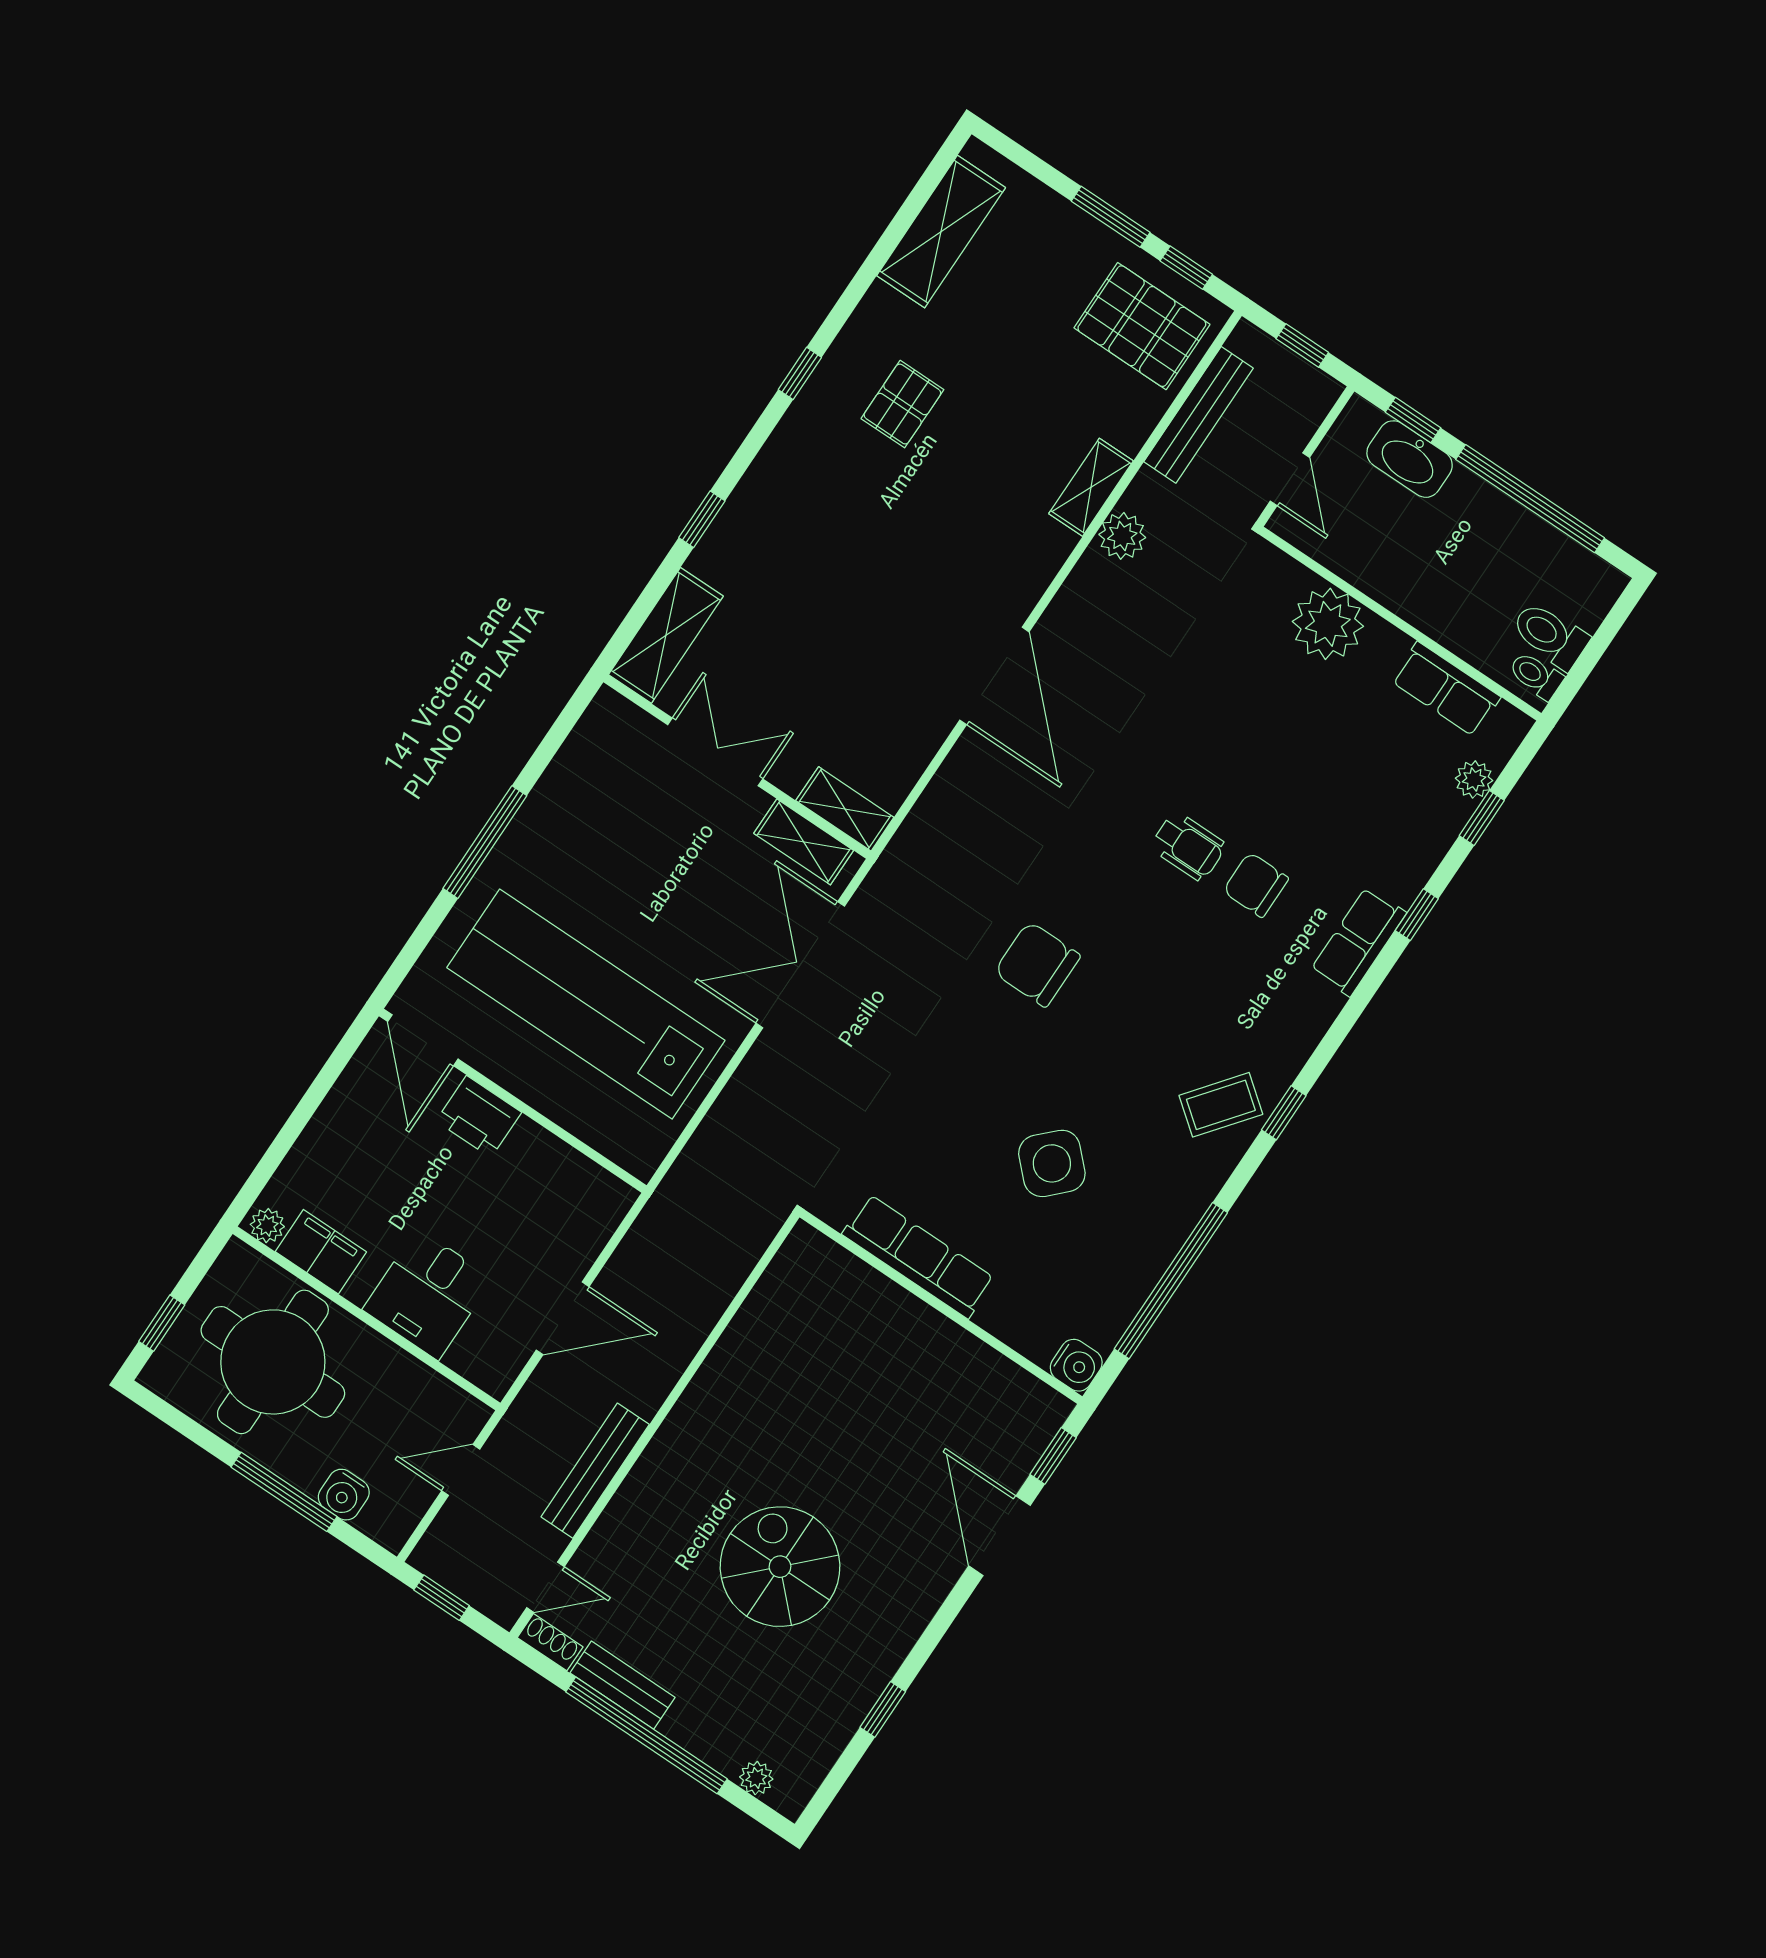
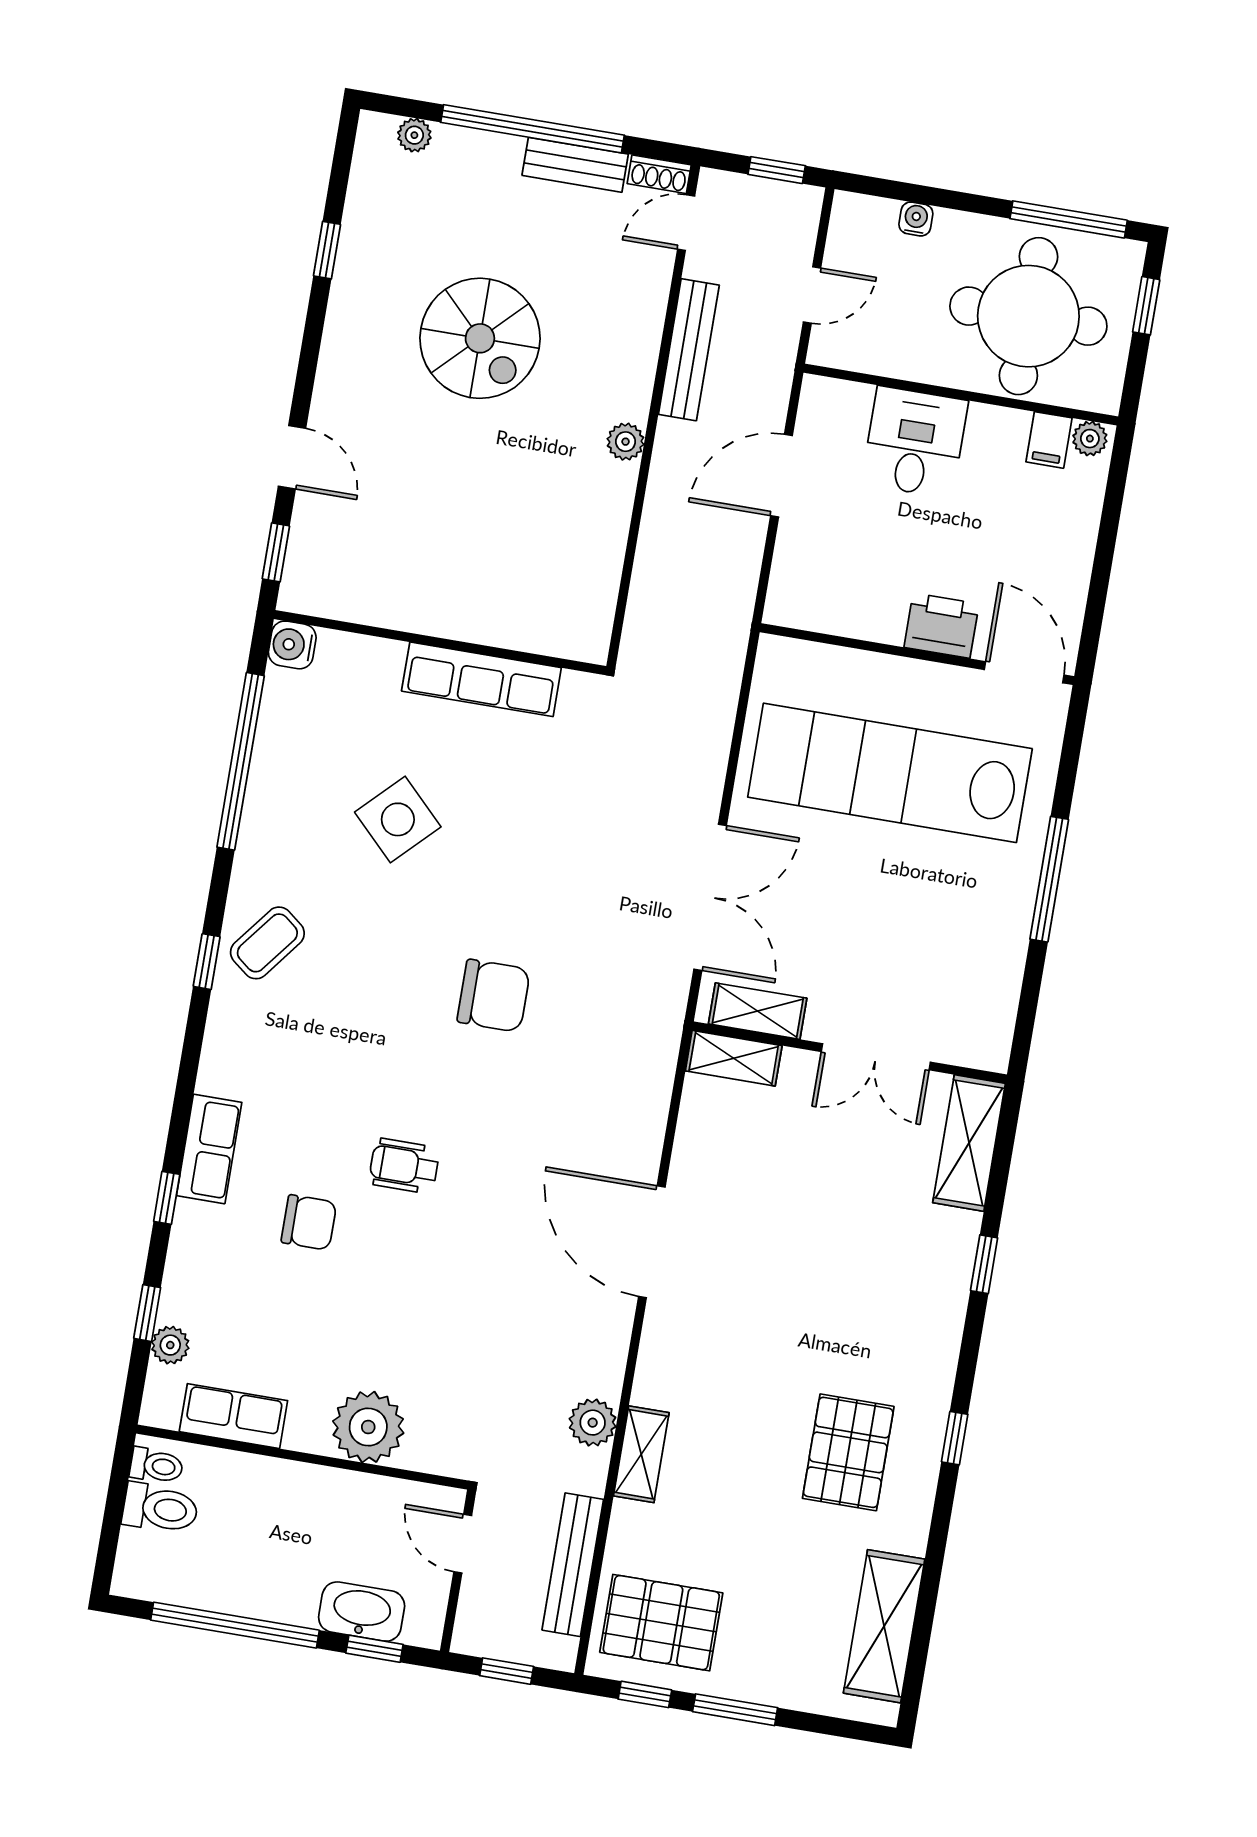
pallet: (902, 404) -> (848, 1452), width x1.50, depth x1.42
chair: (1256, 885) -> (309, 1222), moved
lab bench: (586, 1004) -> (890, 773), turned 180
filing cabinet: (321, 1252) -> (1049, 440), width x0.50
plant: (690, 1413) -> (626, 442), added
window: (284, 1492) -> (1069, 219), moved
water cooler: (344, 1495) -> (916, 219), width x0.72, depth x0.72
door: (1000, 1536) -> (292, 457), width x0.73

